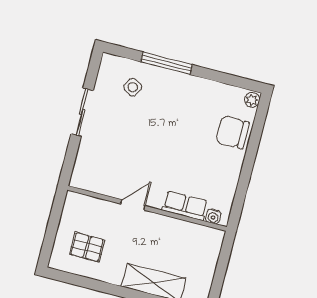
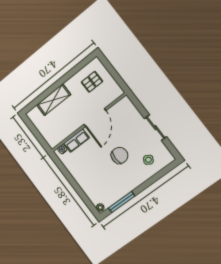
window: (167, 63) -> (122, 202), moved
chair: (233, 132) -> (120, 155), moved
door: (133, 205) -> (95, 118), width x1.87

